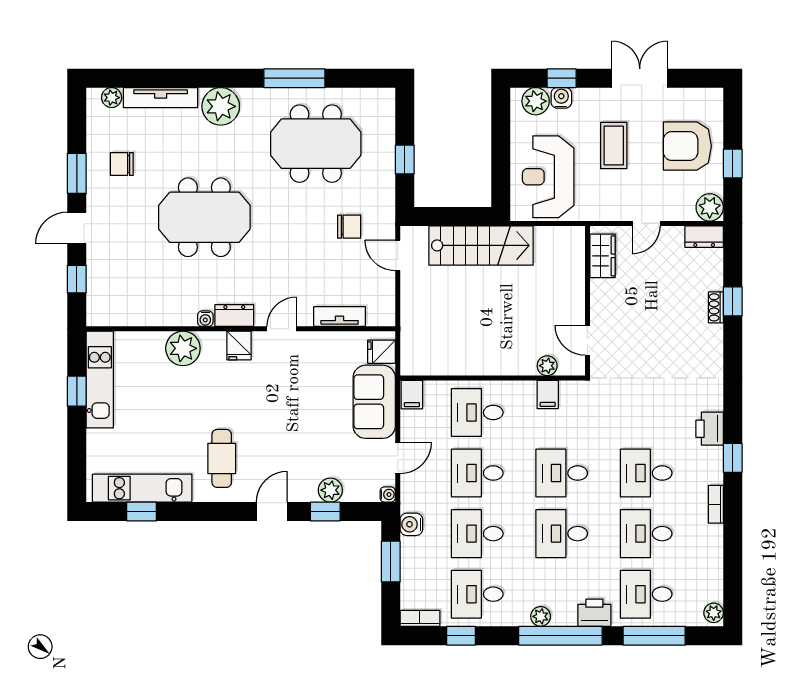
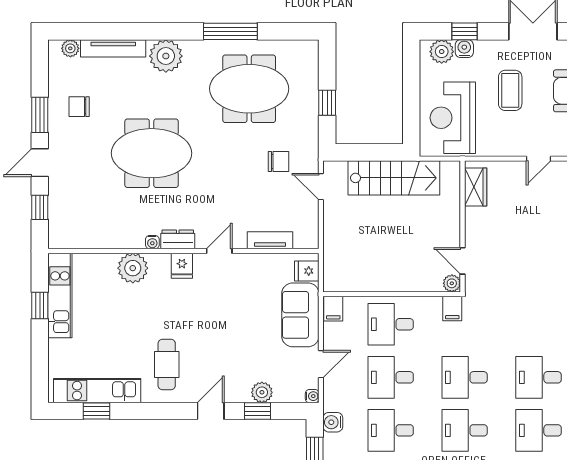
wardrobe: (602, 256) -> (476, 187), moved
wall: (587, 301) -> (463, 226), moved
door: (587, 340) -> (463, 261), moved

